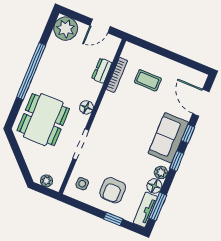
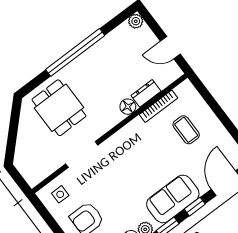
plant: (66, 29) -> (136, 21), width x0.53, depth x0.53
floor lamp: (86, 107) -> (128, 107), moved
dining table: (43, 120) -> (59, 108), width x0.73
plant: (46, 181) -> (26, 171), removed

